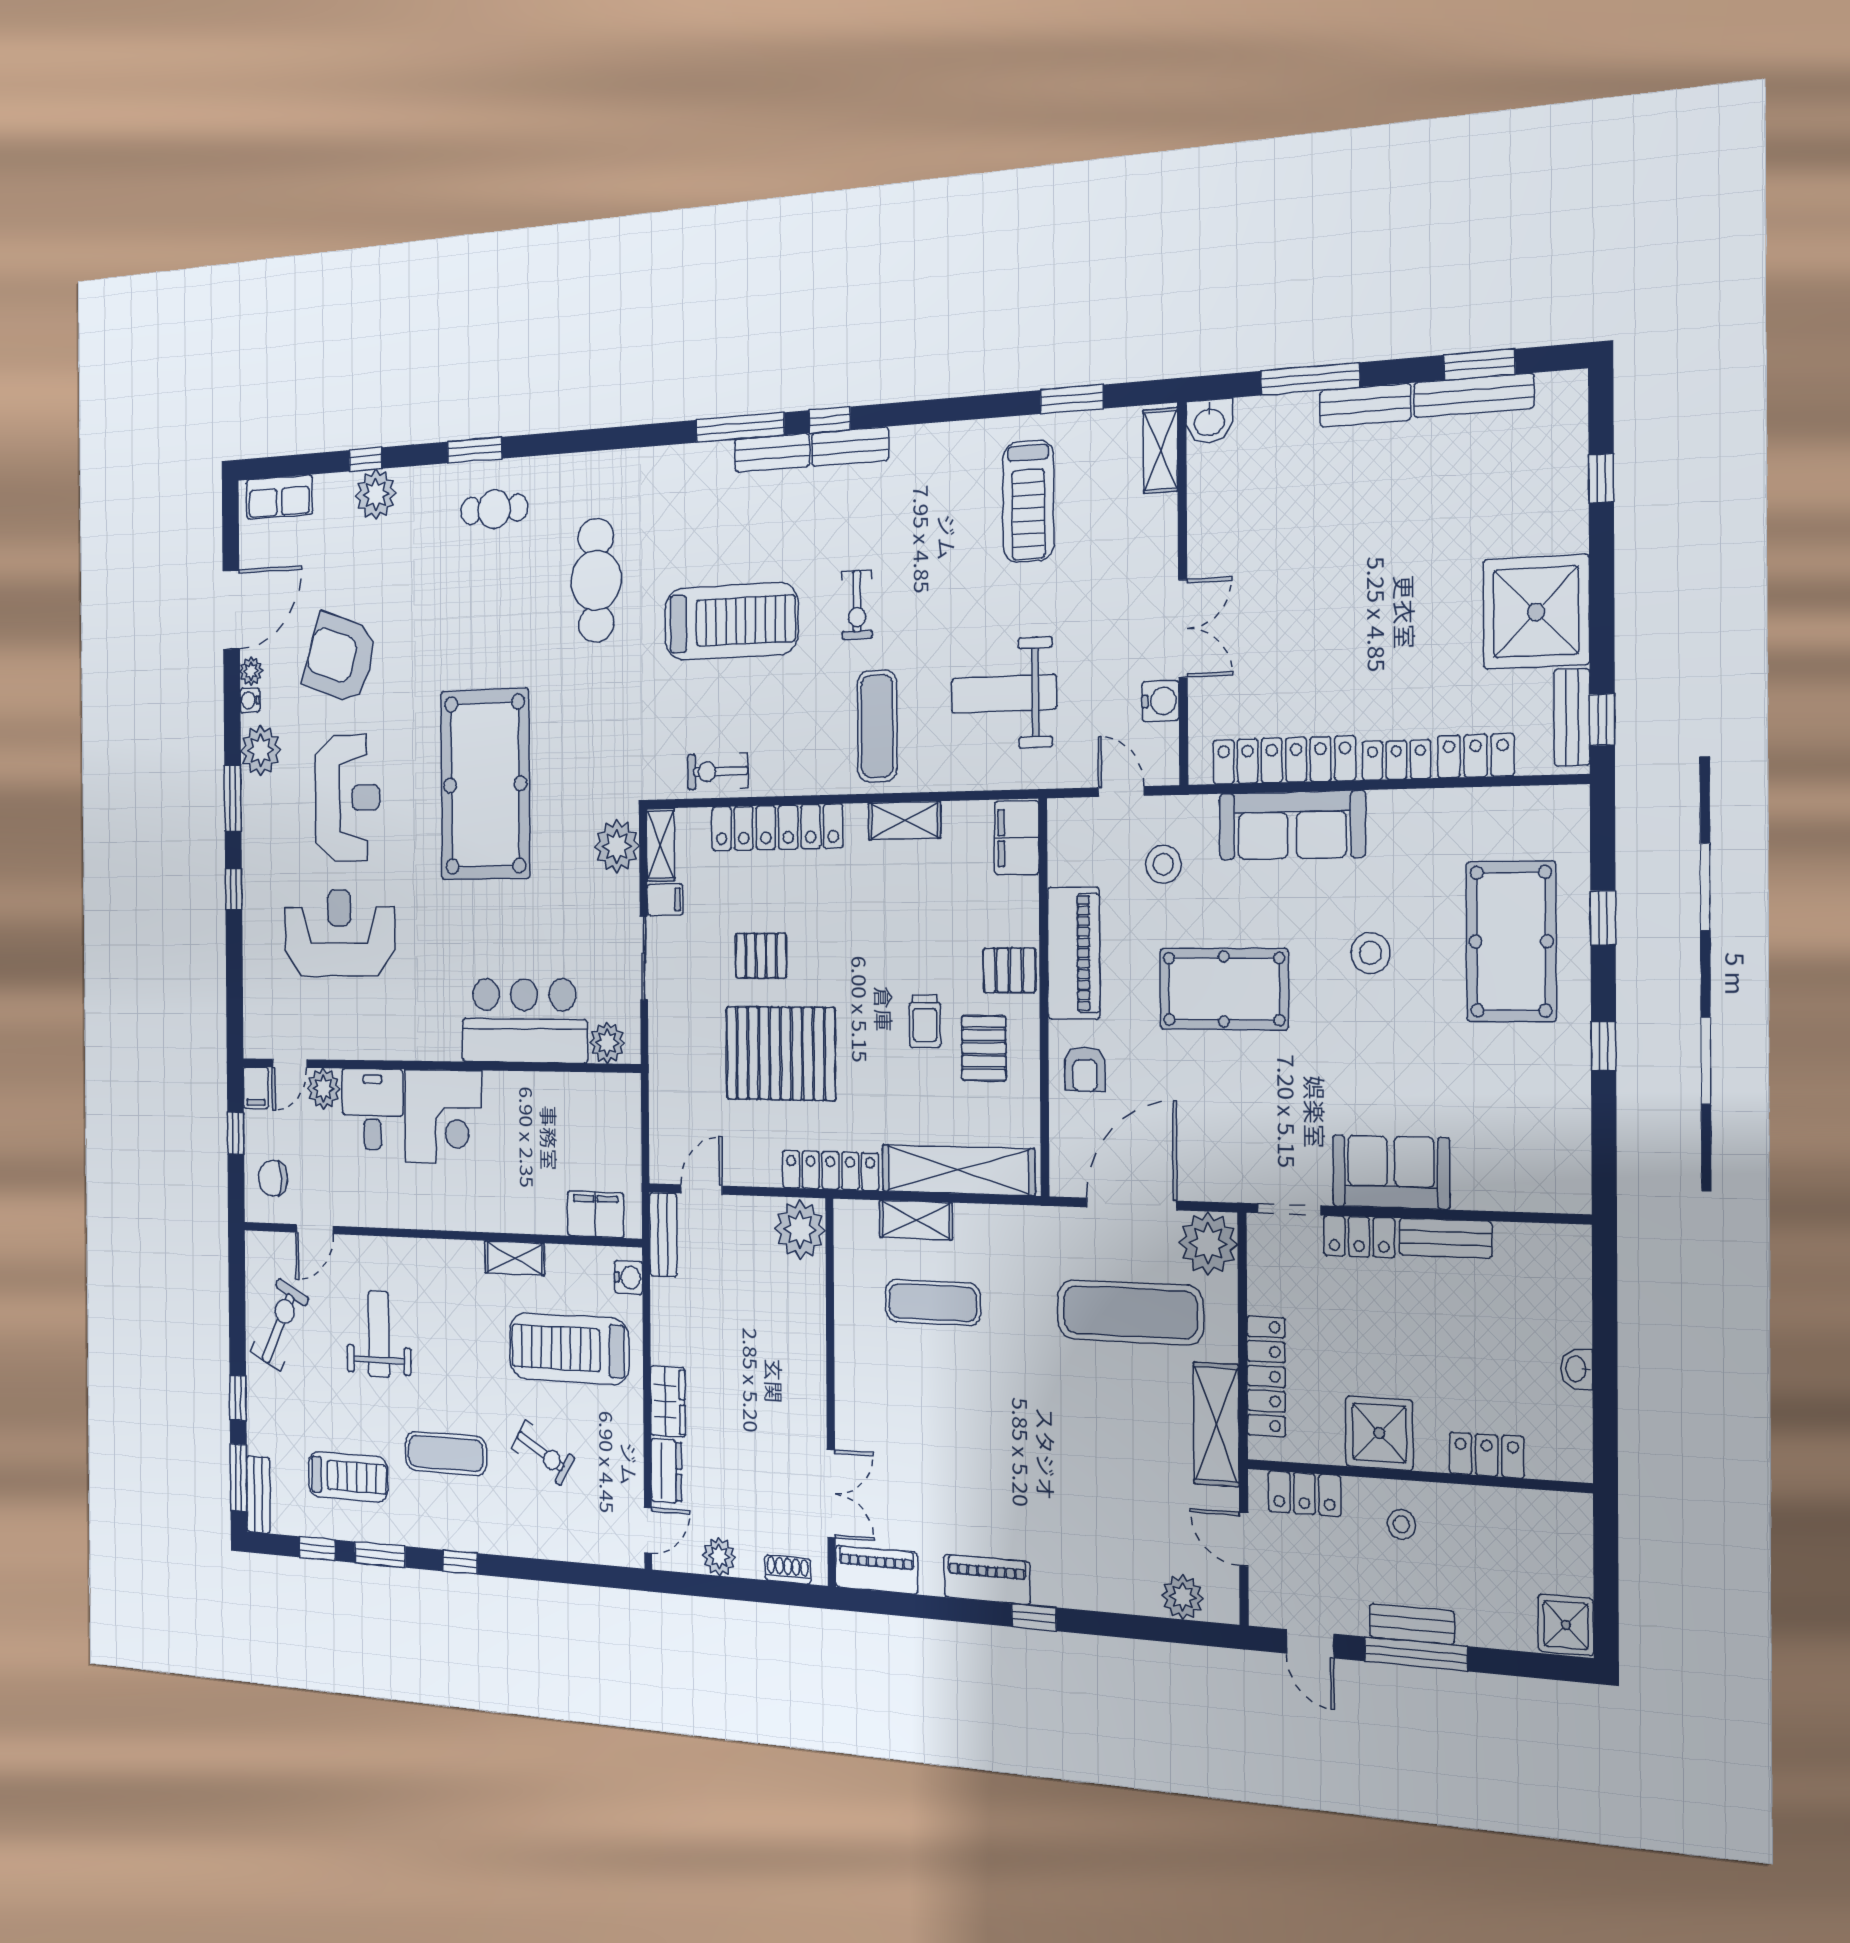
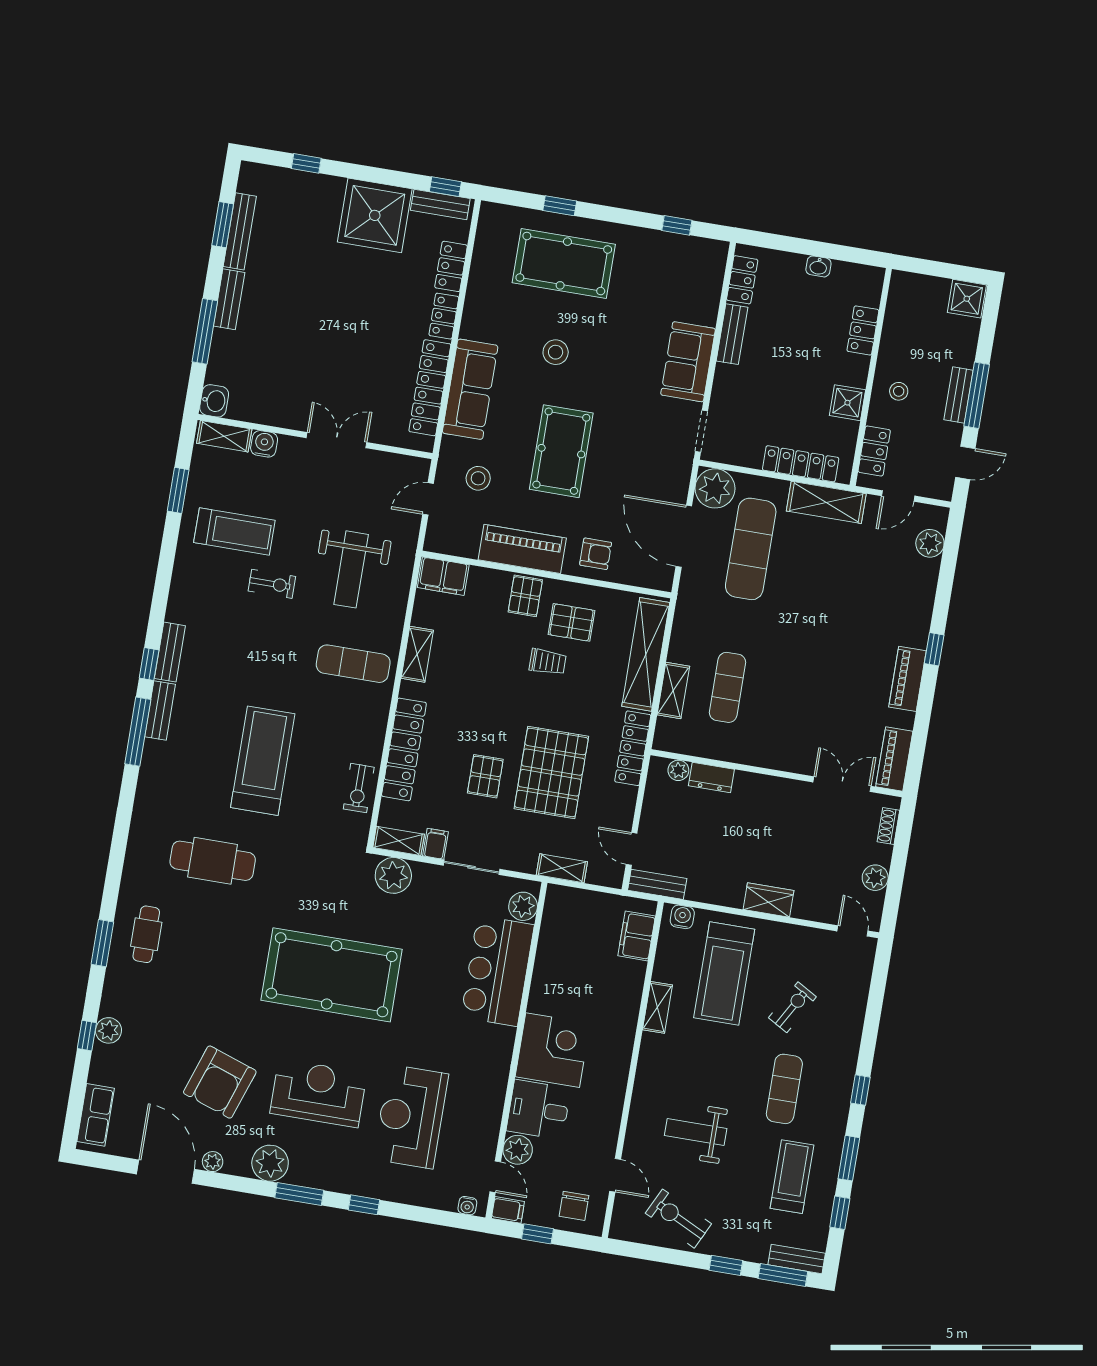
plant: (376, 494) -> (109, 1030), width x0.73, depth x0.73
exercise bike: (857, 605) -> (272, 584), moved
water cooler: (250, 700) -> (467, 1206), moved
water cooler: (1160, 701) -> (264, 444), moved
window: (1604, 1046) -> (677, 225), moved
shelving: (662, 1091) -> (562, 868), added
plant: (800, 1230) -> (678, 770), width x0.53, depth x0.53
locker: (1359, 1237) -> (742, 280), moved
shower: (1379, 1433) -> (847, 403), width x0.73, depth x0.73
dresser: (666, 1471) -> (711, 778), moved, turned 180

